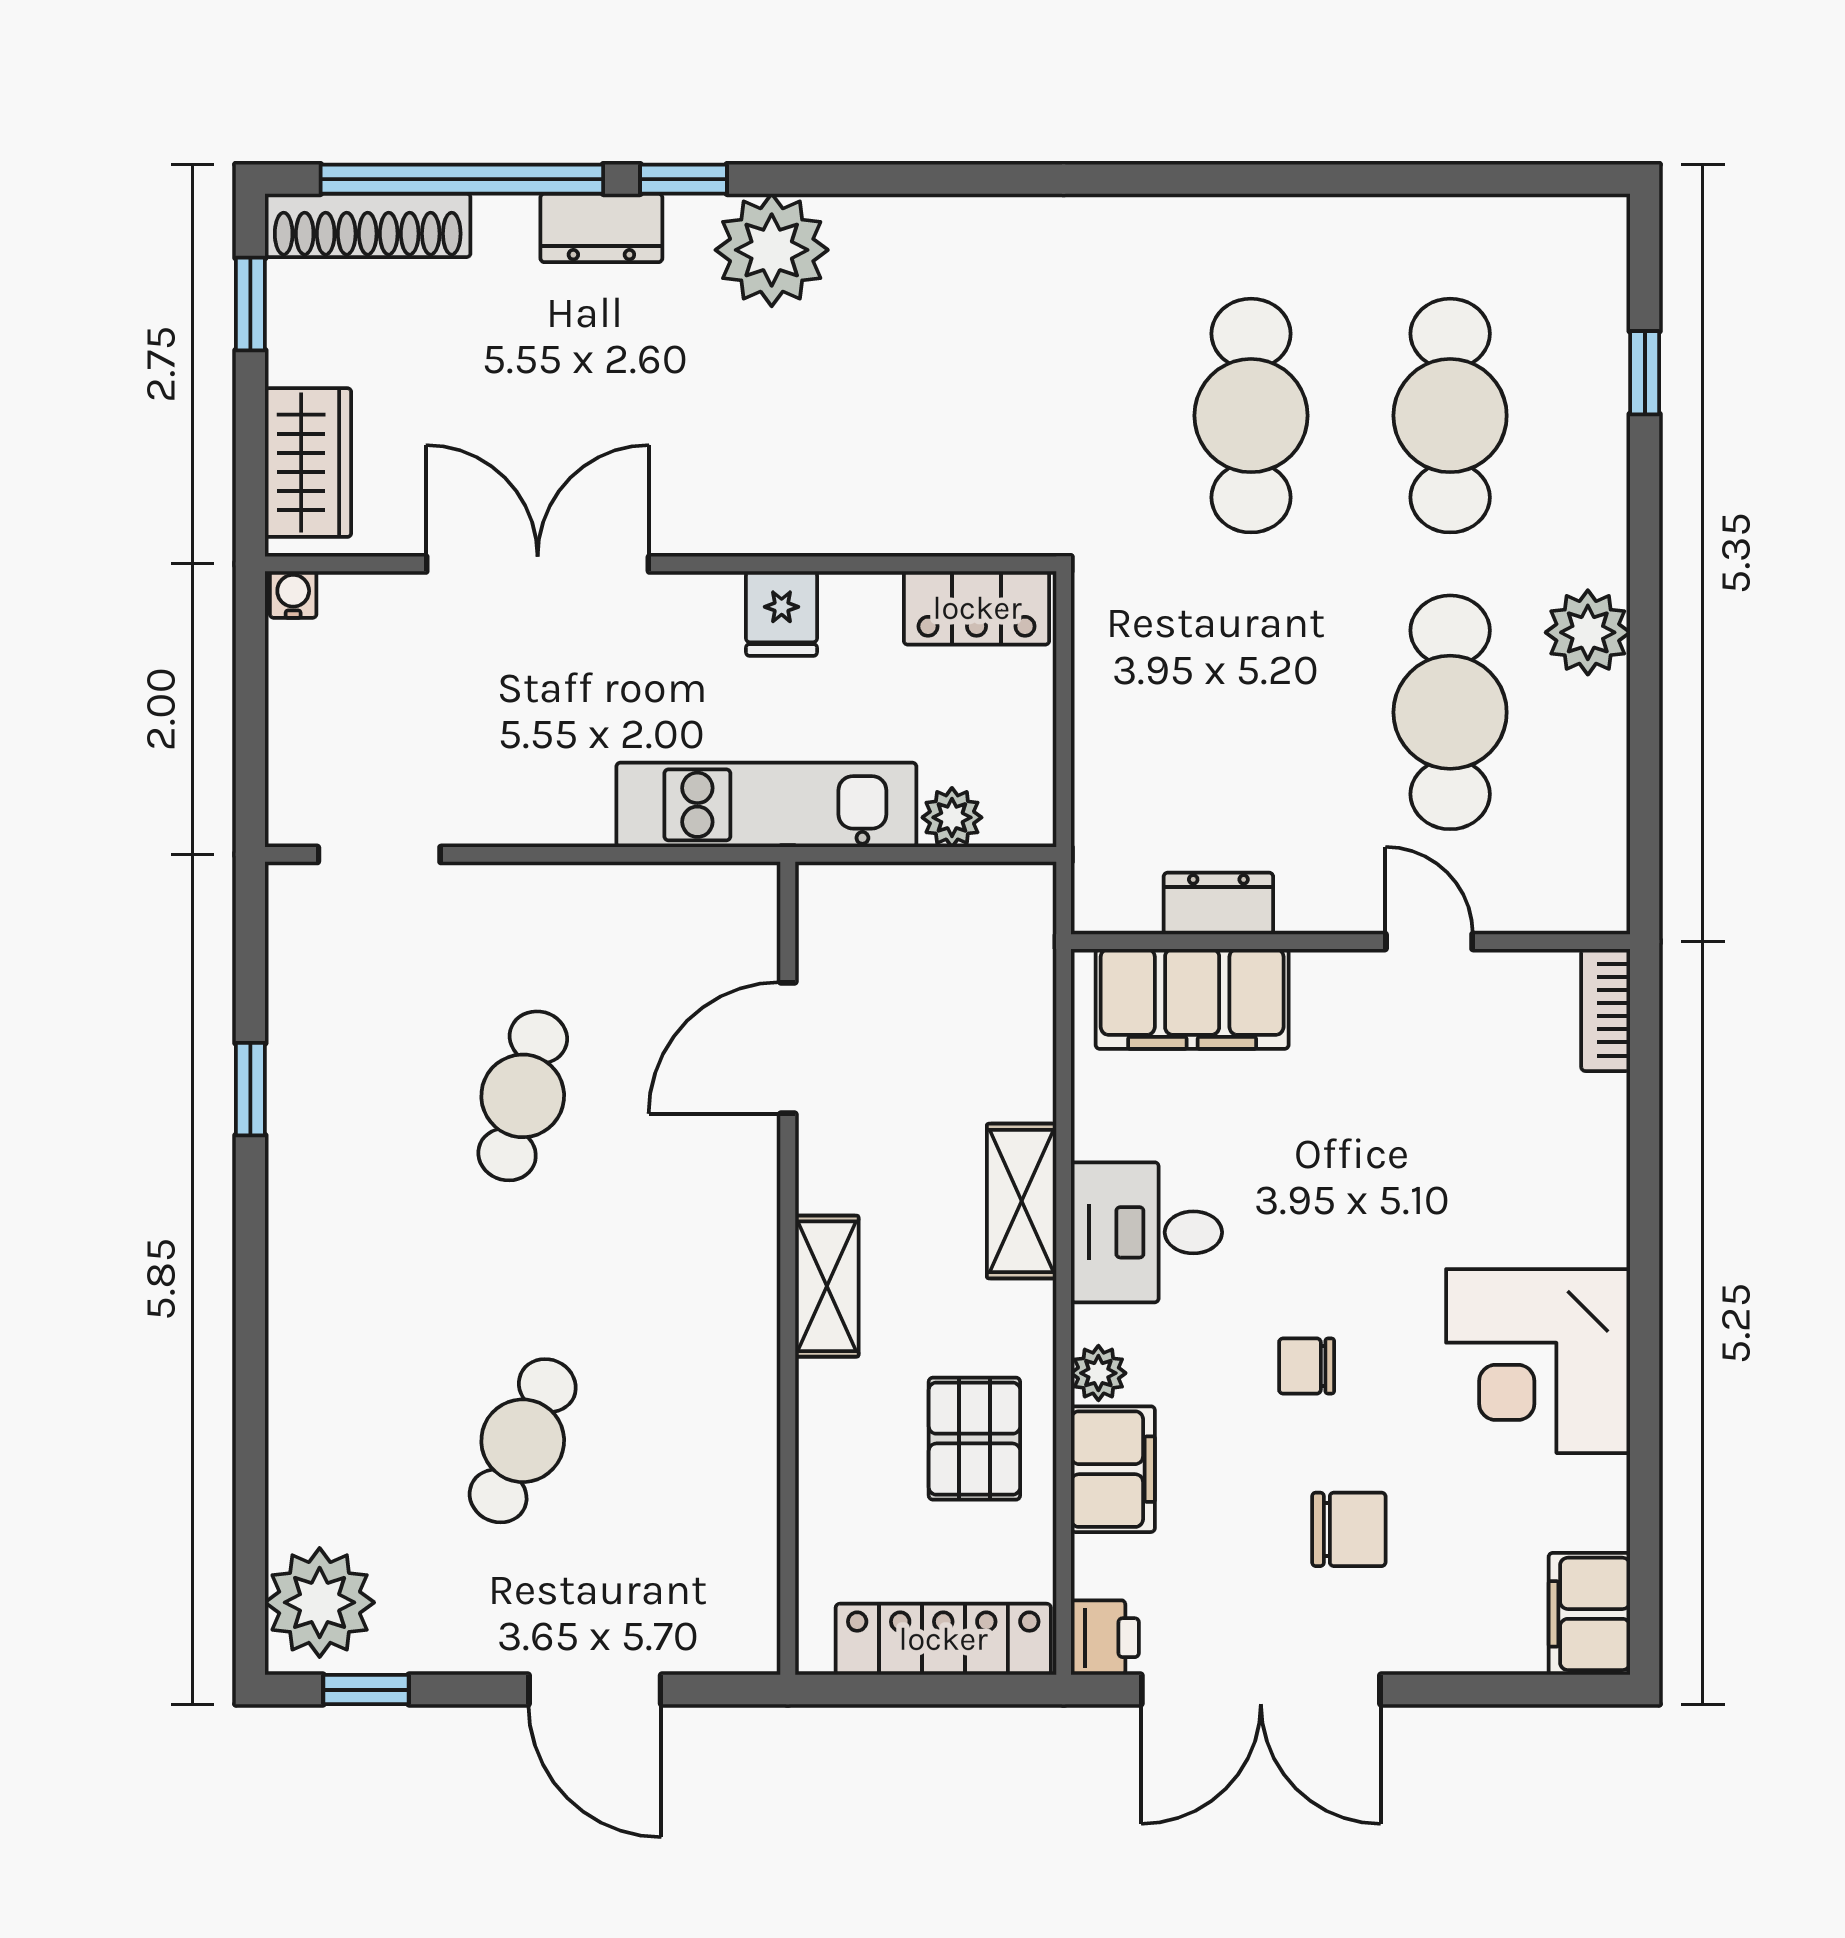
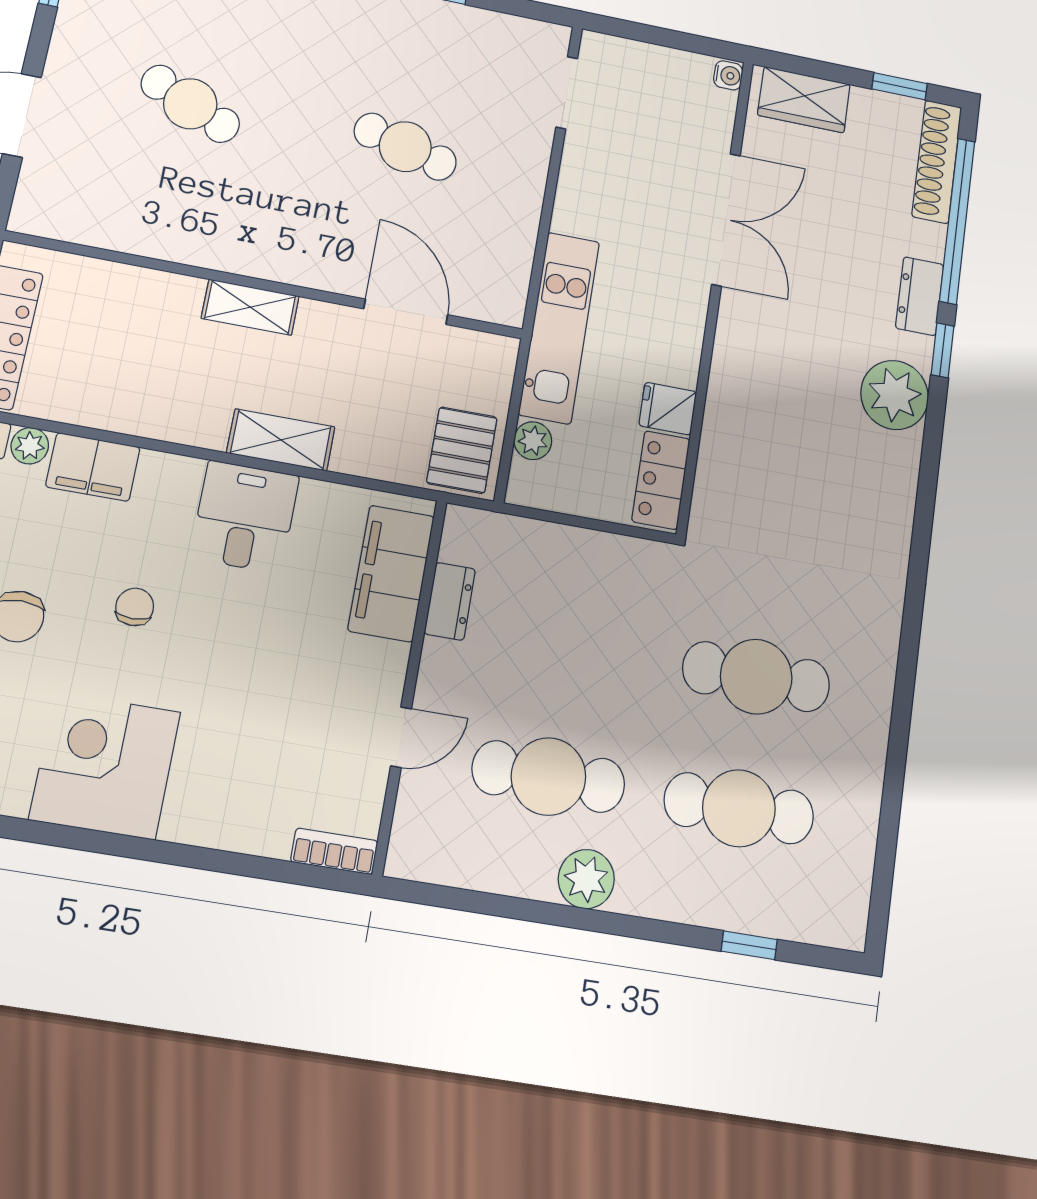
fridge: (782, 614) -> (668, 409), moved
plant: (1098, 1373) -> (30, 446), moved
pallet: (974, 1439) -> (462, 450), moved, turned 90

